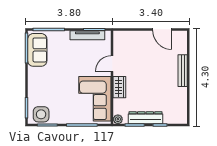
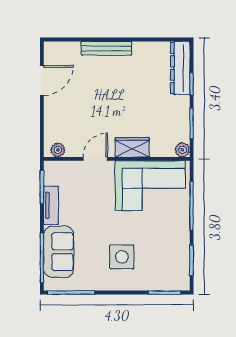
tv unit: (87, 35) -> (51, 205), width x0.71
plant: (118, 40) -> (58, 150), added
sofa: (37, 50) -> (59, 252), moved, turned 90
door: (112, 64) -> (95, 159), swing flipped
side table: (41, 114) -> (122, 257), moved
dresser: (145, 118) -> (180, 68), moved

